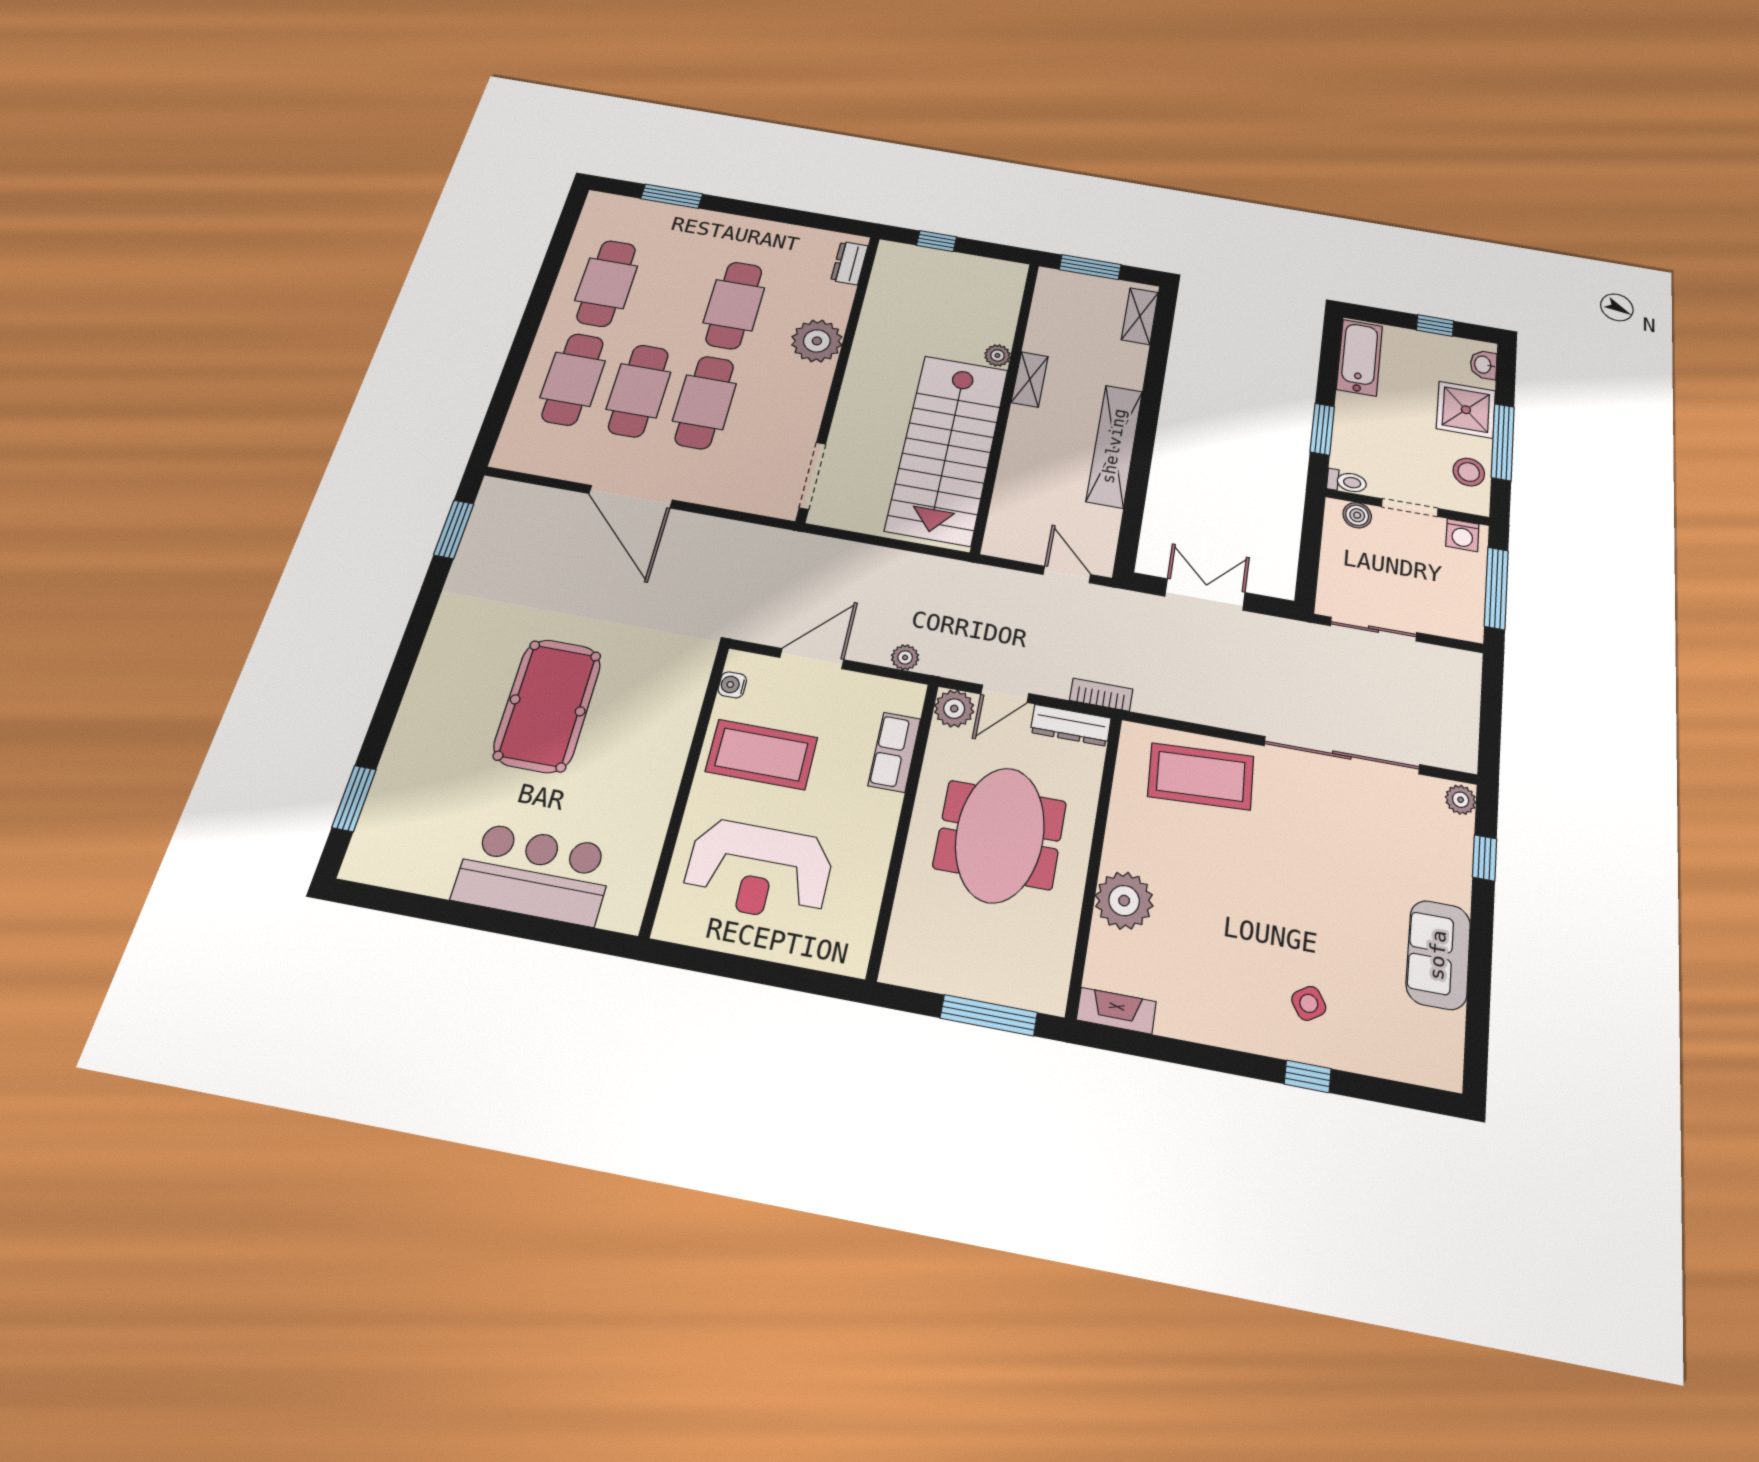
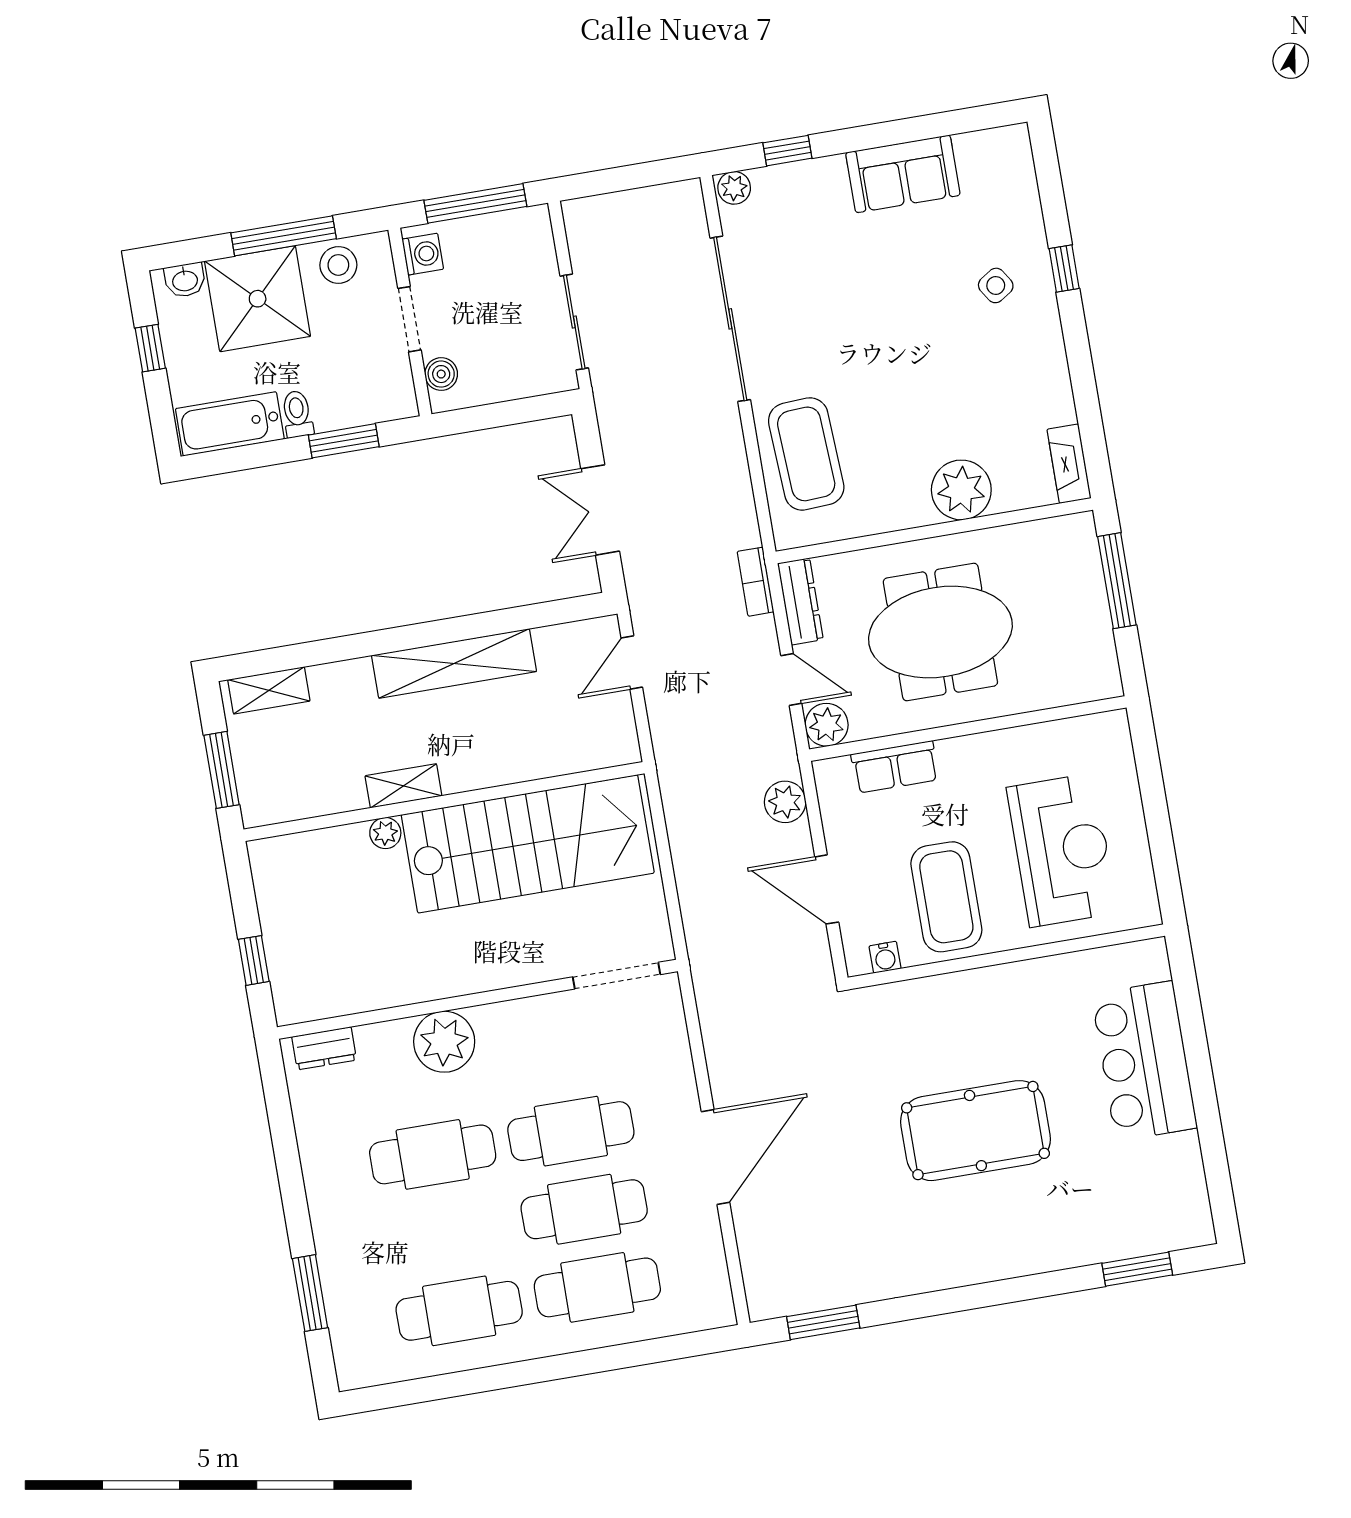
shower: (1466, 410) -> (258, 299), width x1.37, depth x1.37
toilet: (1347, 482) -> (297, 414), moved
plant: (905, 657) -> (785, 802), width x1.38, depth x1.38

